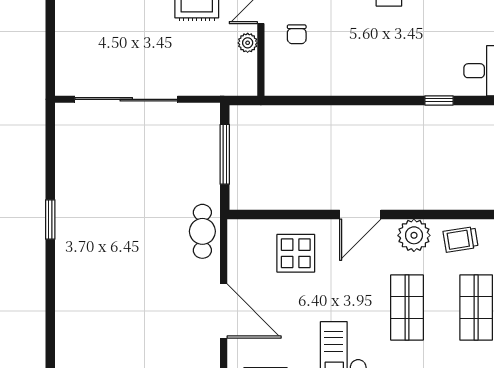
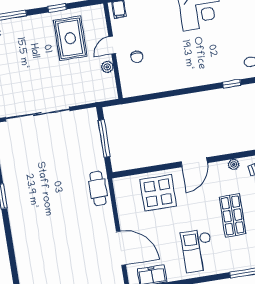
plant: (414, 235) -> (234, 164), width x0.53, depth x0.53
display table: (296, 253) -> (158, 193), width x1.36, depth x1.36
door: (224, 311) -> (121, 248), moved

